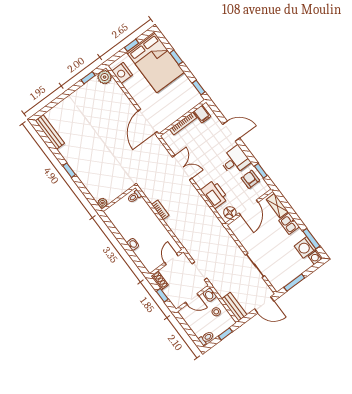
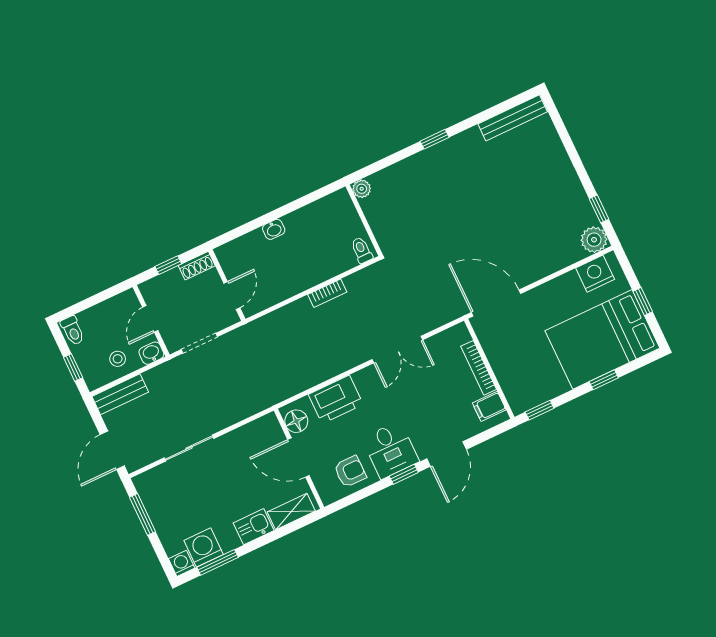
window: (261, 171) -> (404, 474), moved
door: (171, 259) -> (232, 296), hinge flipped

